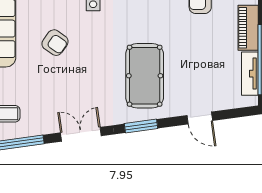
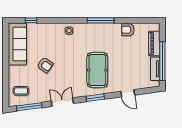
armchair: (55, 43) -> (45, 65), moved

